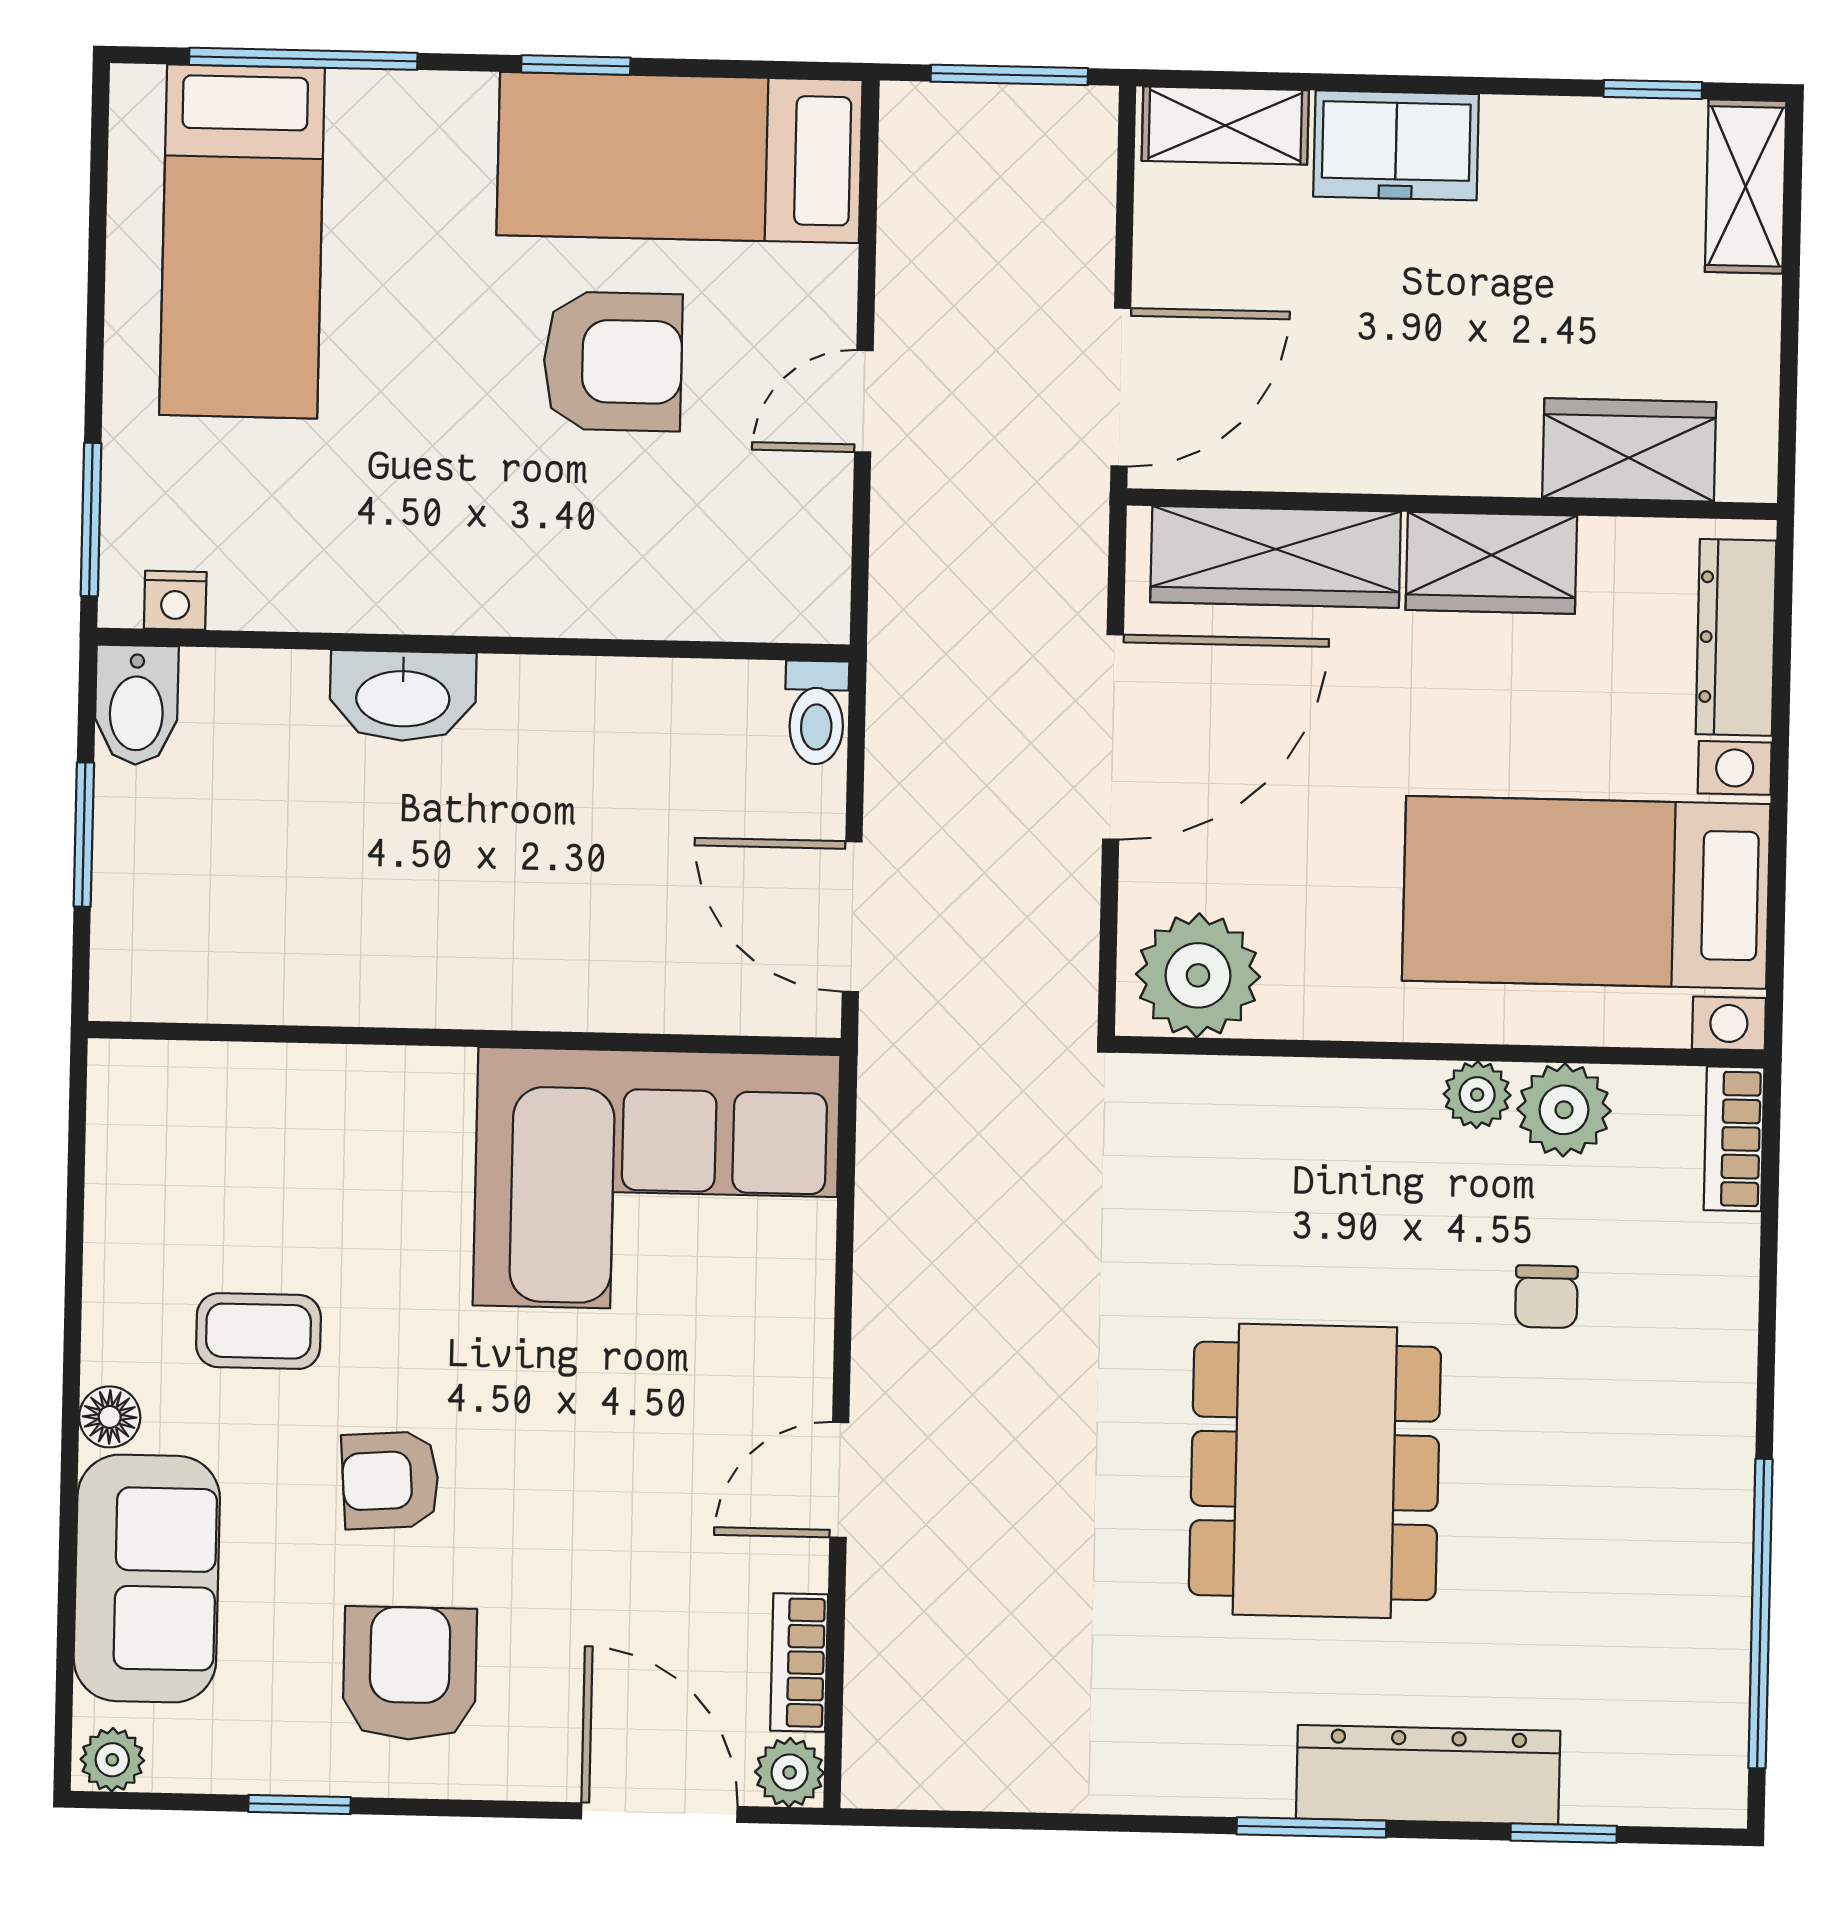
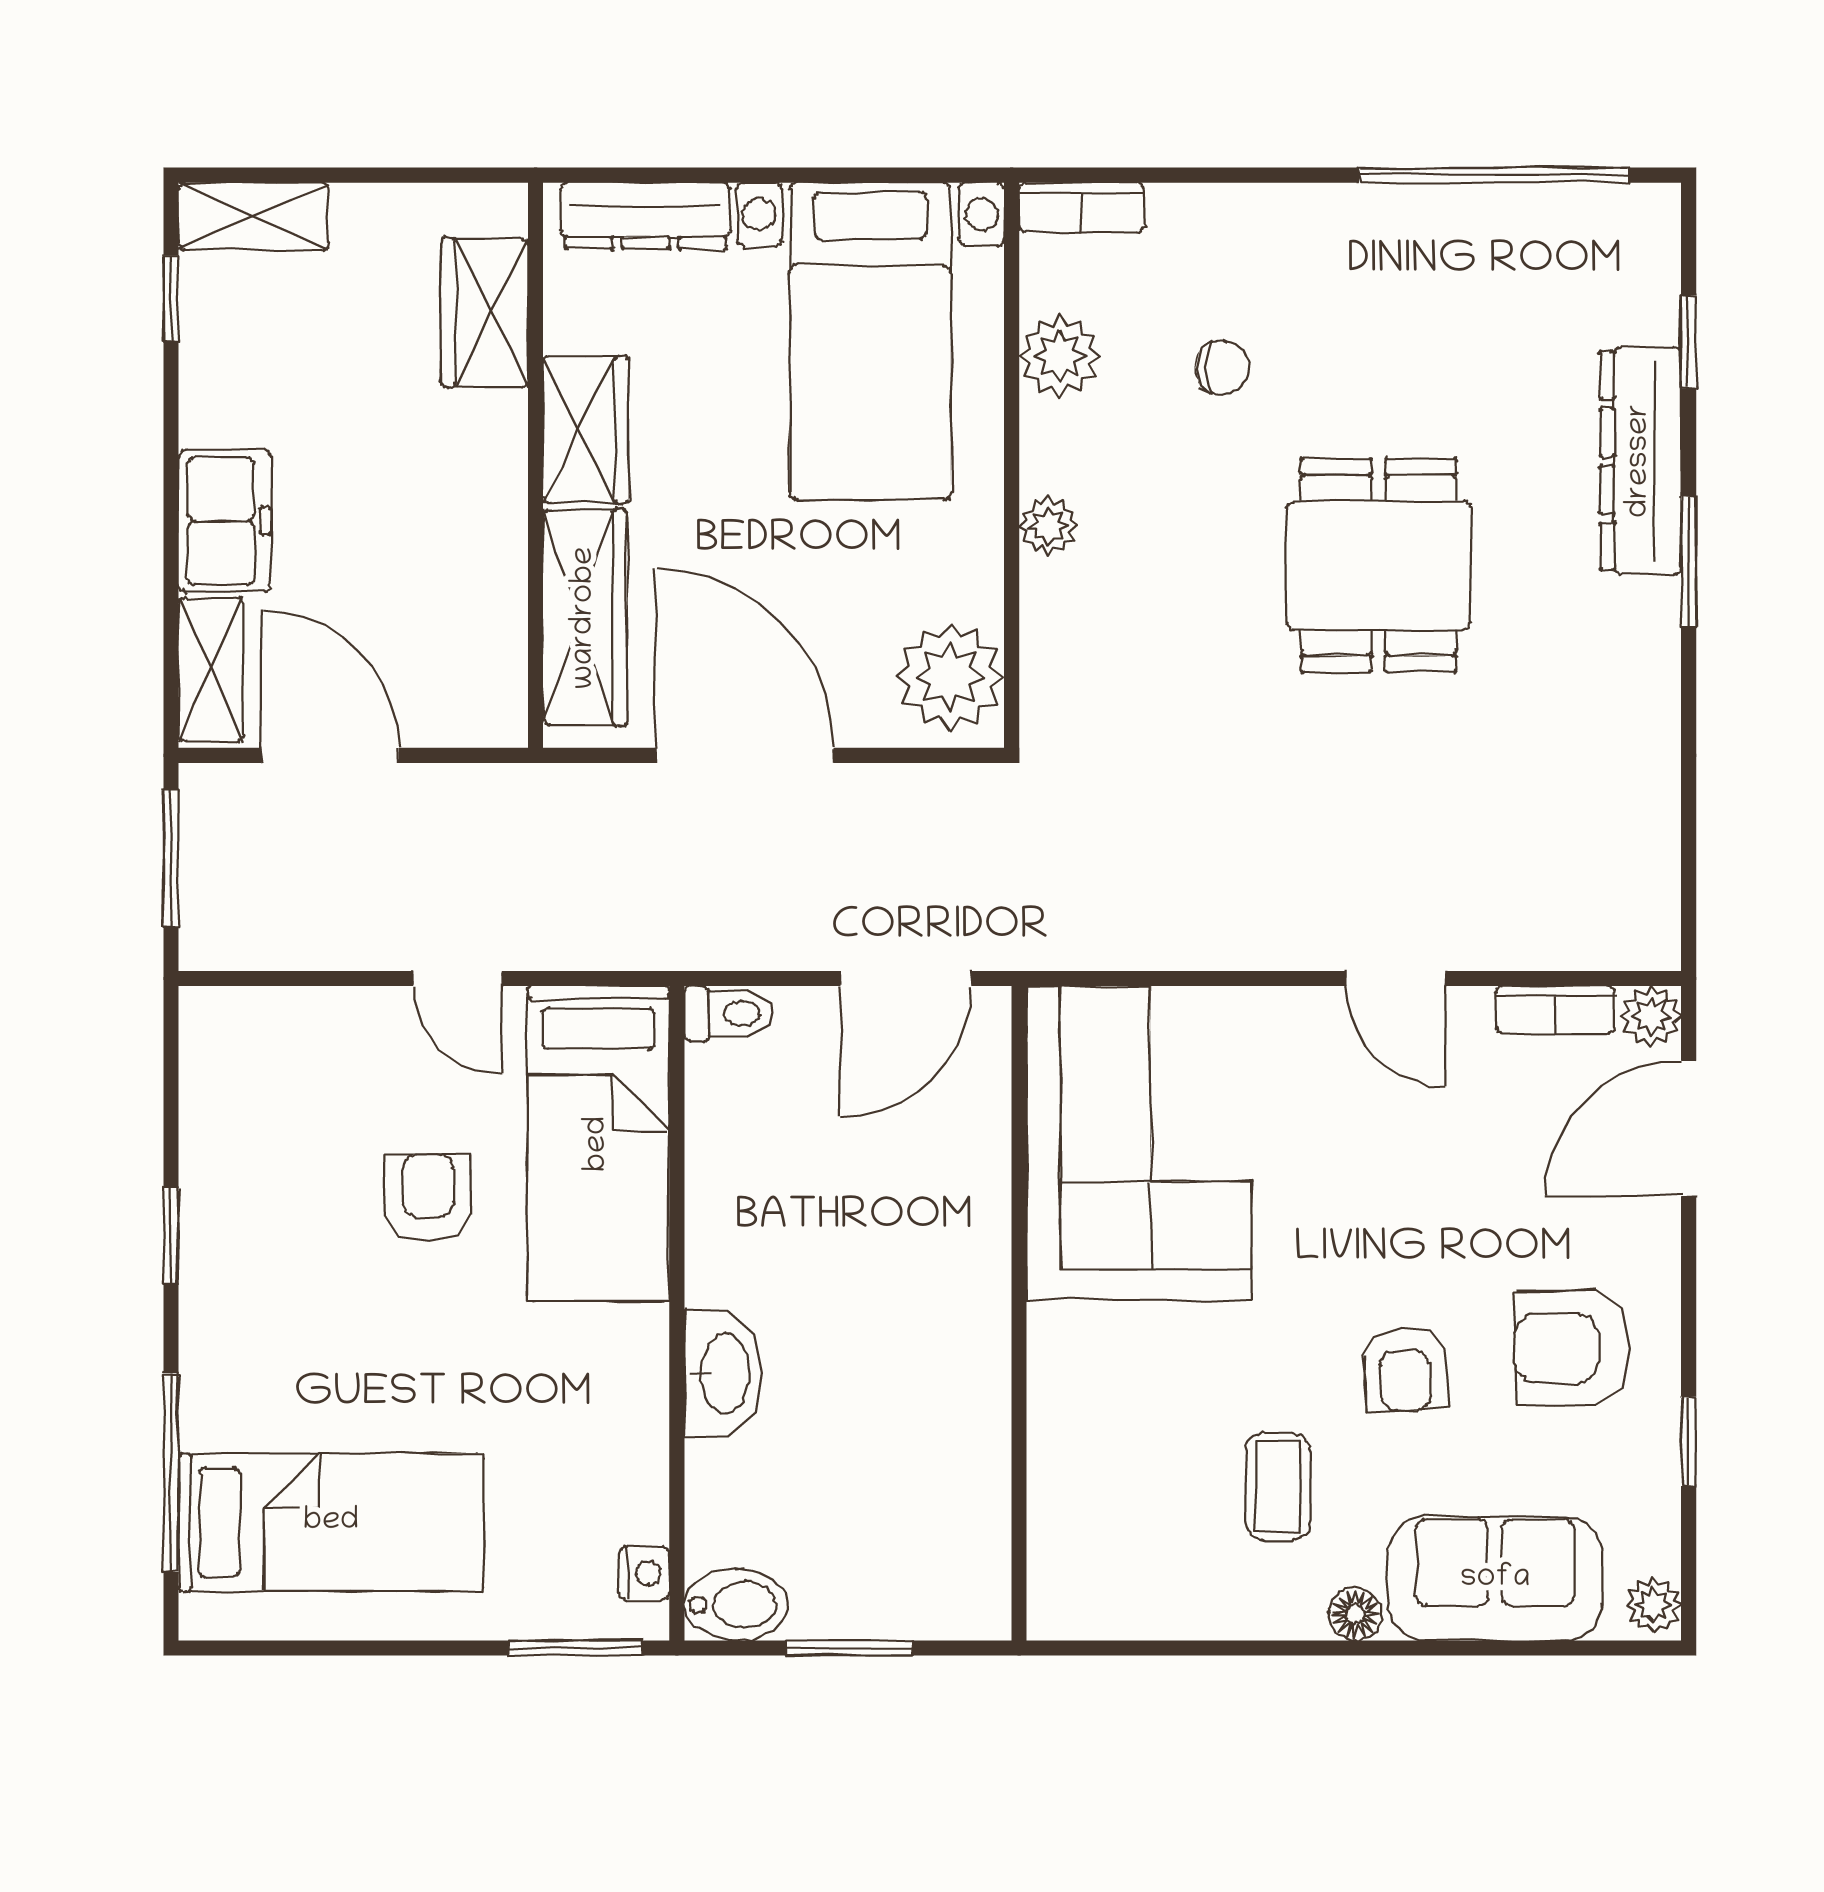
bed: (679, 158) -> (598, 1144), moved
armchair: (613, 361) -> (428, 1198), width x0.72, depth x0.72
door: (1121, 387) -> (330, 755), moved
plant: (1477, 1095) -> (1048, 526), moved
dining table: (1315, 1471) -> (1379, 565), width x0.73

